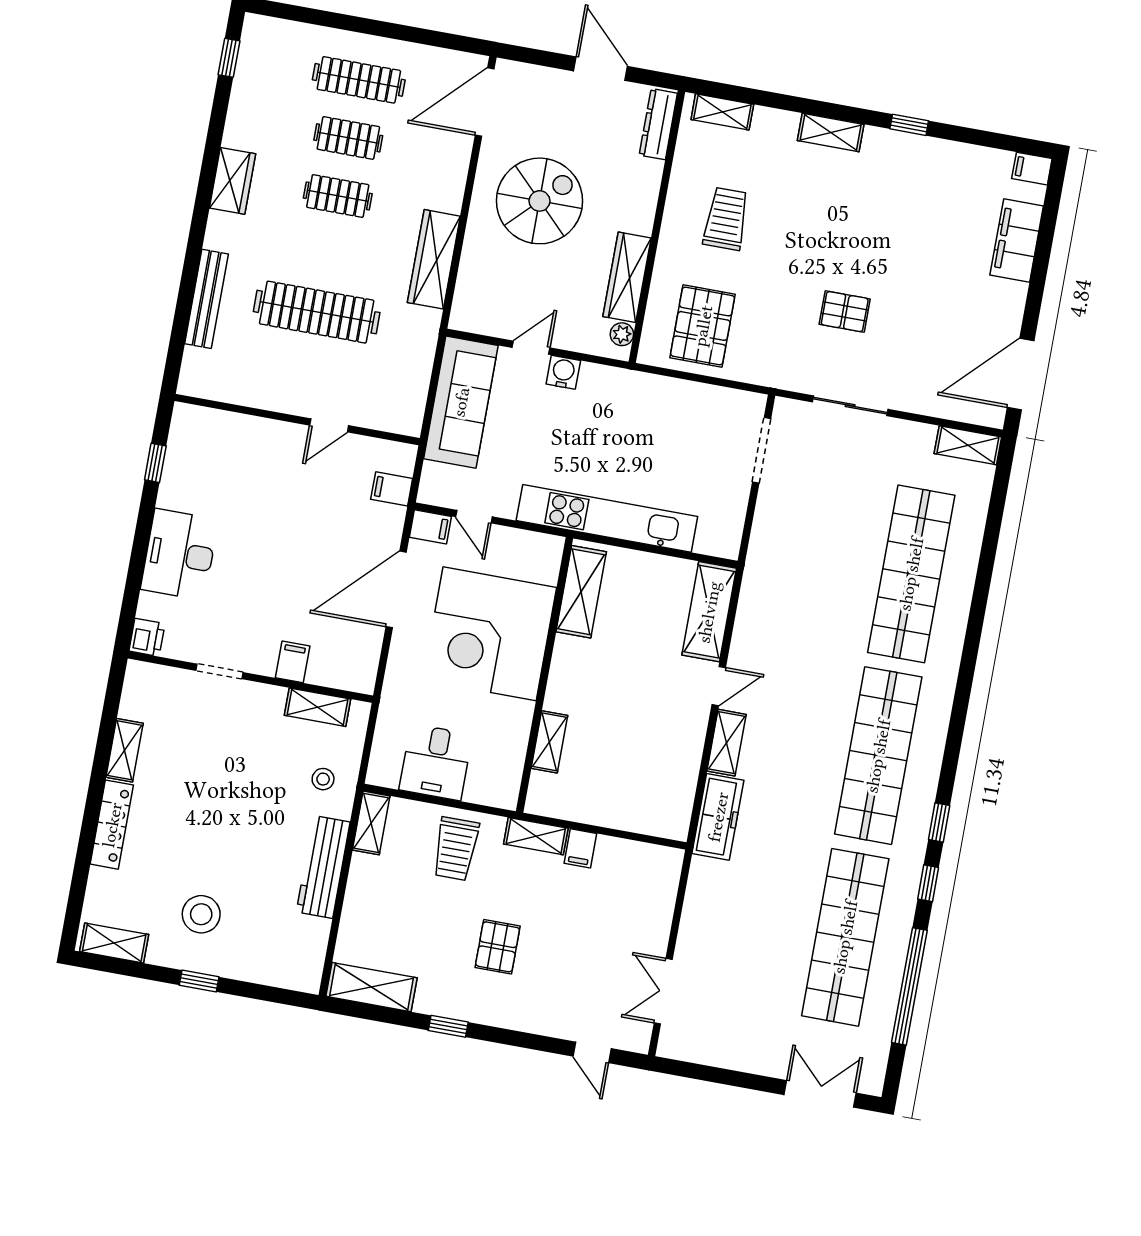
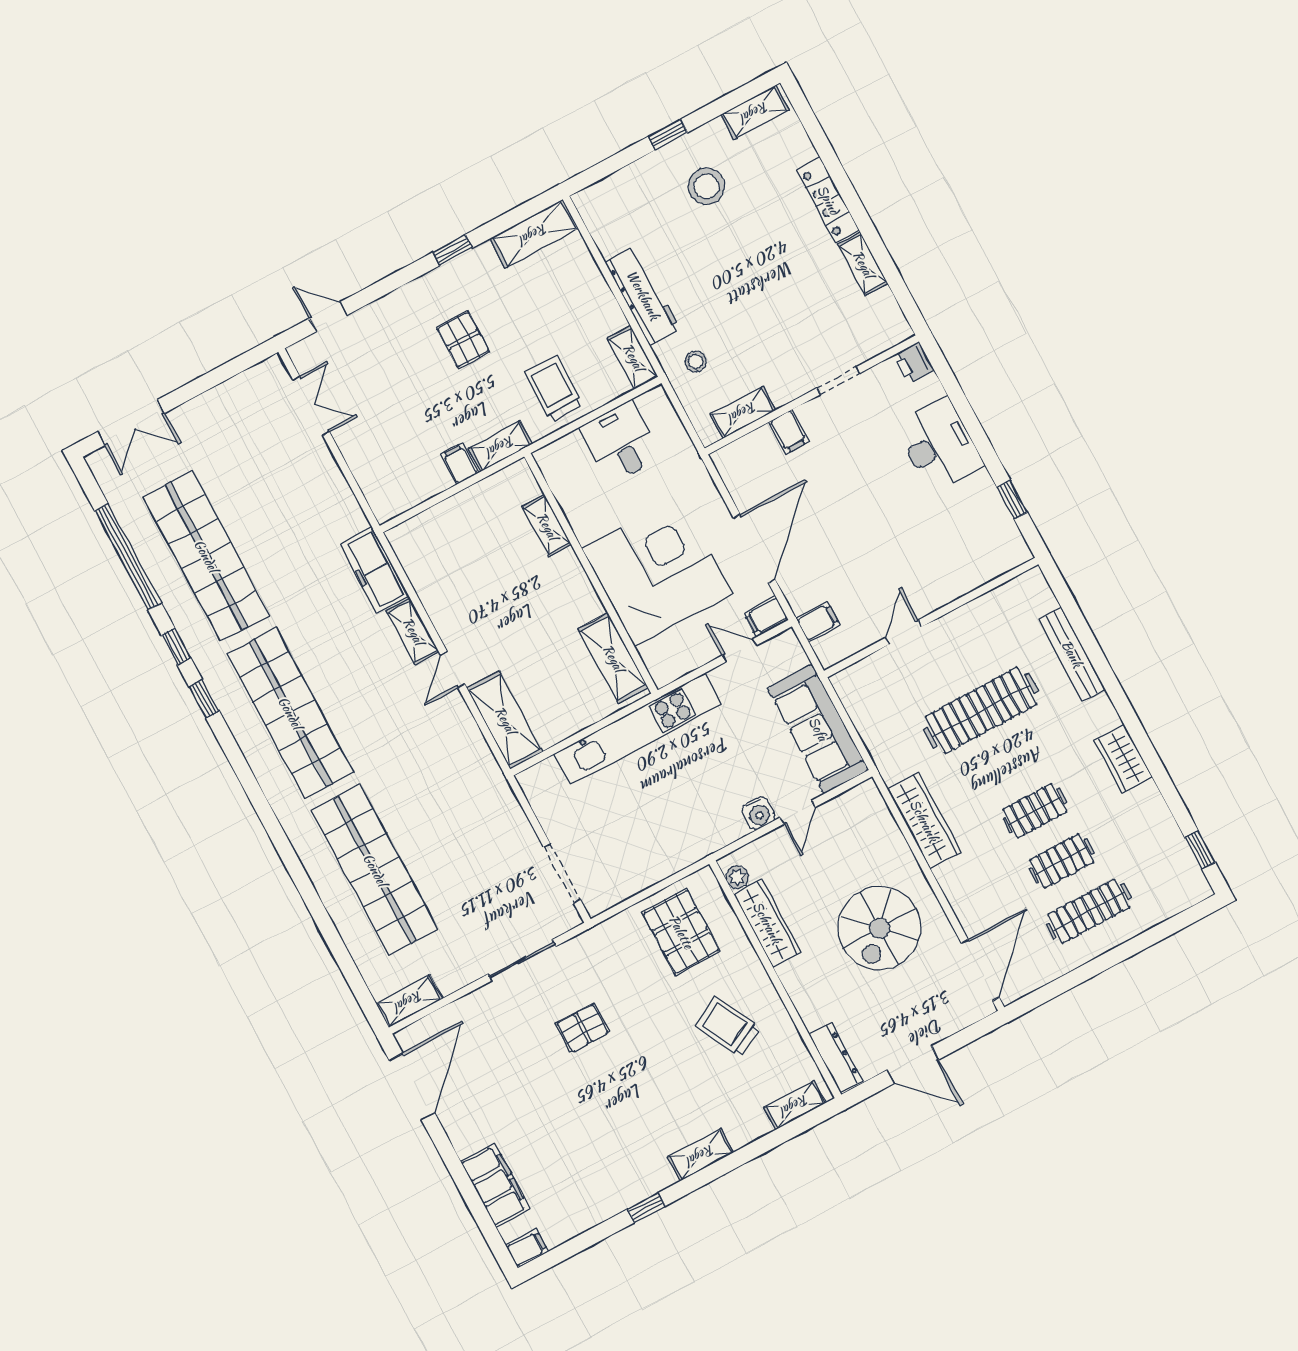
trolley: (726, 219) -> (728, 1027), turned 153

